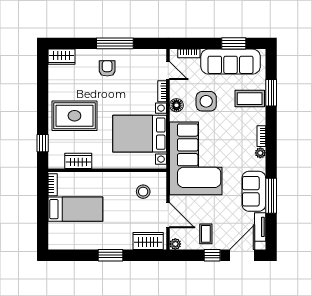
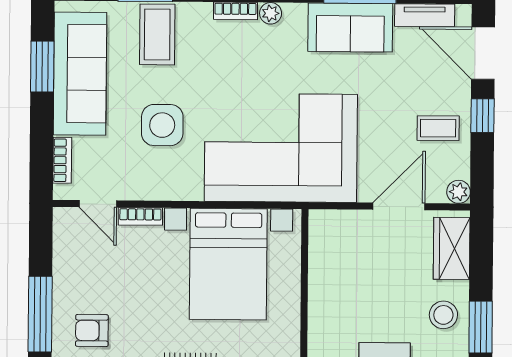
door: (168, 71) -> (98, 204), swing flipped
floor lamp: (176, 105) -> (170, 187), removed
stool: (143, 192) -> (443, 315), moved

